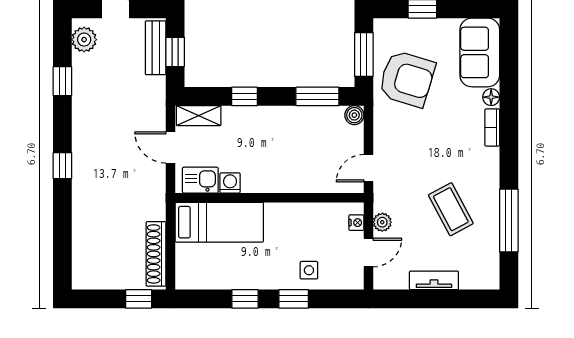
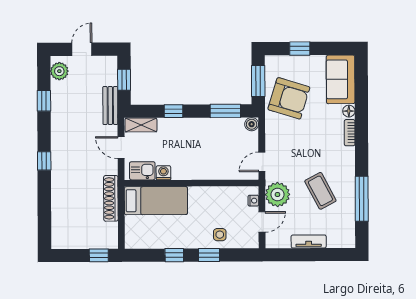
bench: (156, 48) -> (110, 105), moved
plant: (382, 222) -> (277, 194), width x1.88, depth x1.88
shoe rack: (156, 254) -> (111, 198), moved

